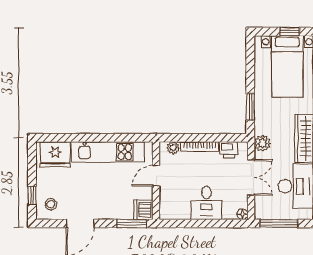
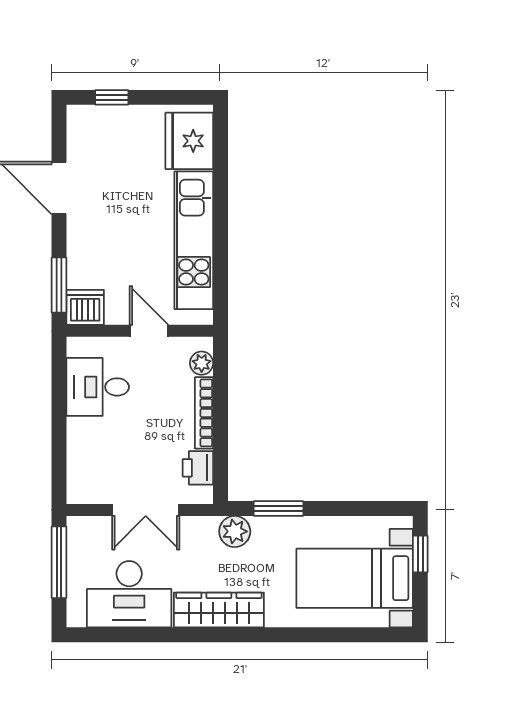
window: (290, 32) -> (420, 554), moved
plant: (263, 143) -> (235, 531), moved
desk: (206, 203) -> (98, 387), moved
stool: (51, 204) -> (95, 133), removed
floor lamp: (242, 214) -> (77, 494), removed

